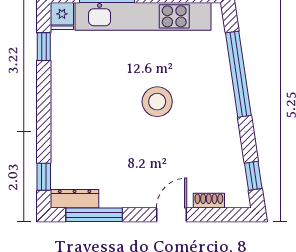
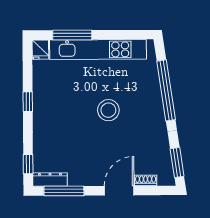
window: (44, 47) -> (28, 102), moved
window: (253, 176) -> (177, 163), width x1.50
door: (172, 215) -> (119, 191), width x1.38

